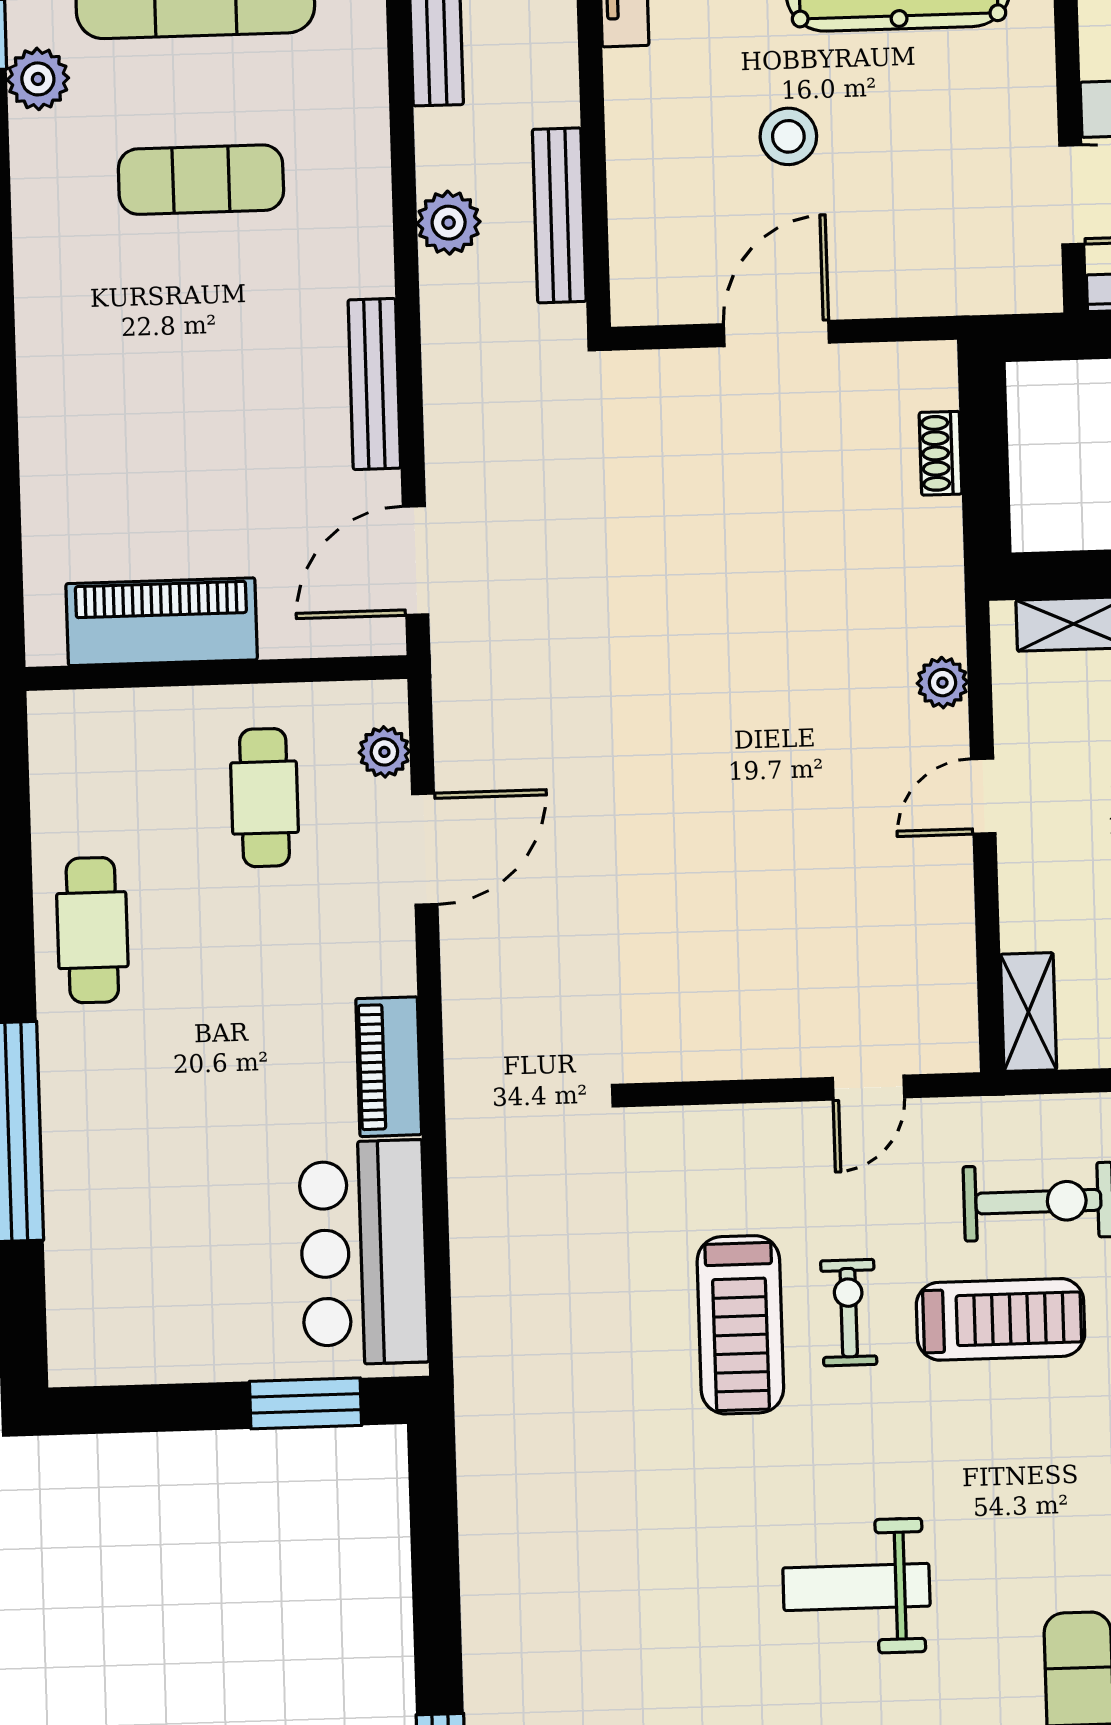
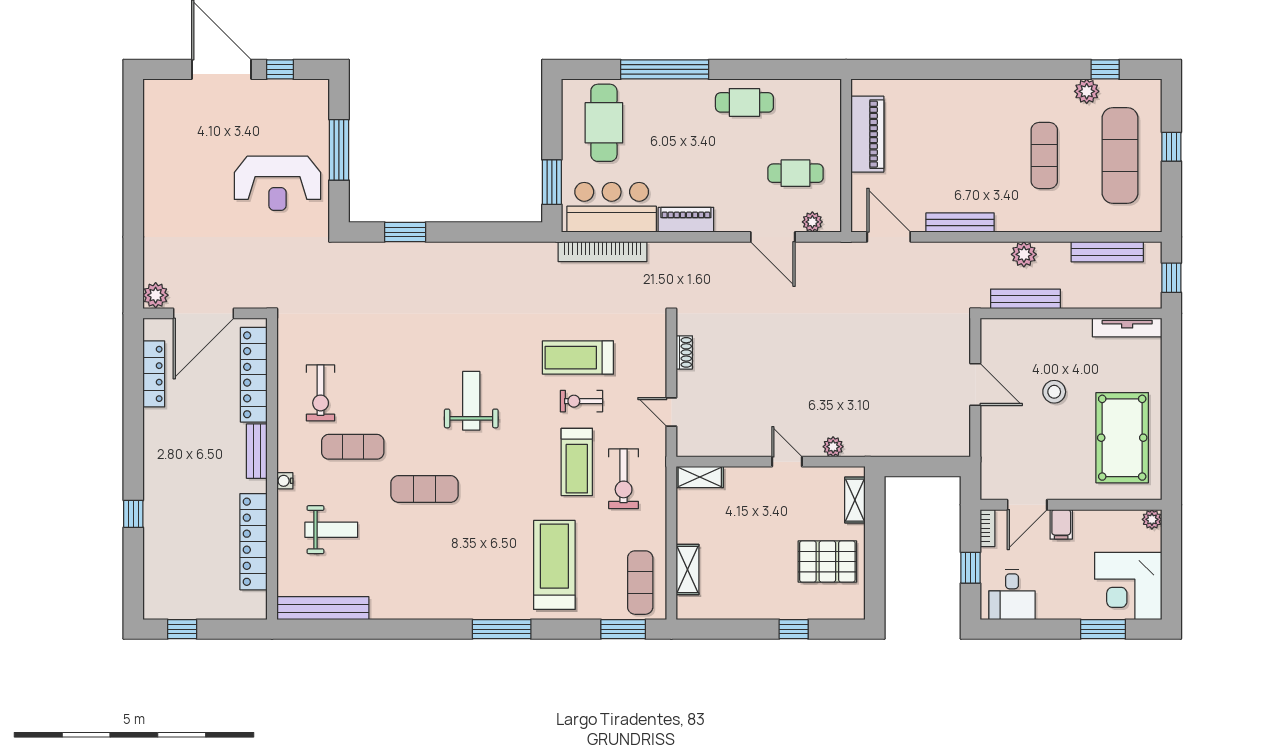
shoe rack: (941, 453) -> (684, 352), moved, turned 90
bookcase: (475, 1272) -> (603, 252), added
cafe table: (154, 1278) -> (604, 123), added
exercise bike: (849, 1313) -> (581, 401), turned 180

